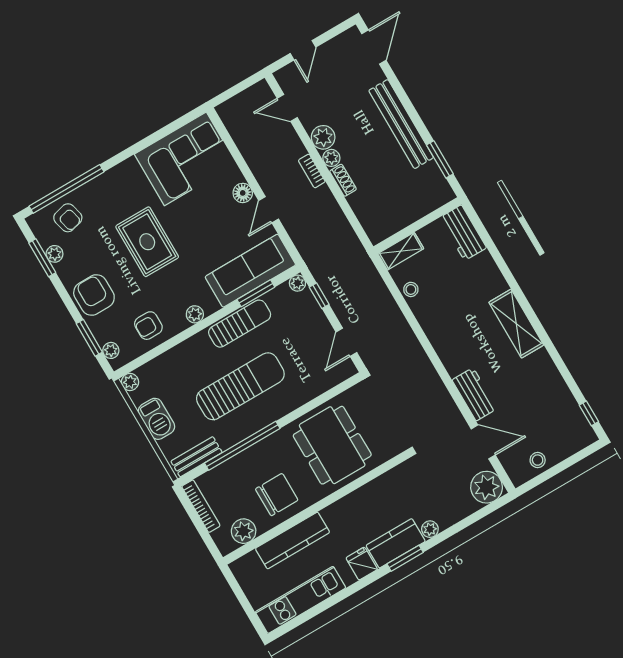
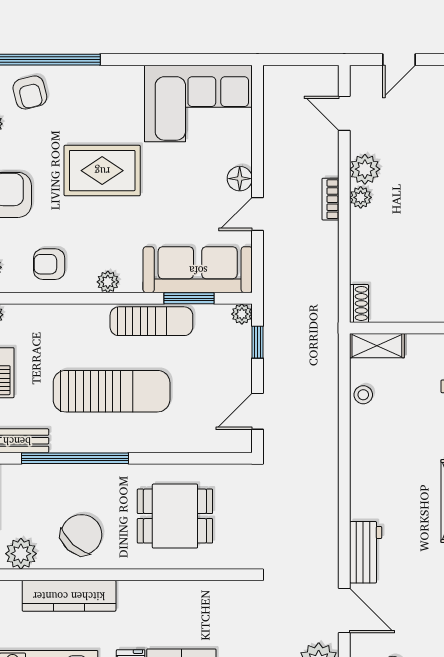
shoe rack: (343, 180) -> (359, 303), moved
rug: (147, 242) -> (102, 171), turned 90
dining table: (332, 445) -> (175, 516), width x0.73
chair: (277, 495) -> (81, 535), turned -48

